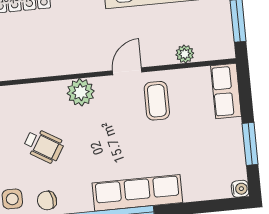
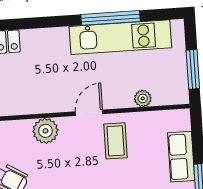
row of seats: (226, 91) -> (181, 157), moved

